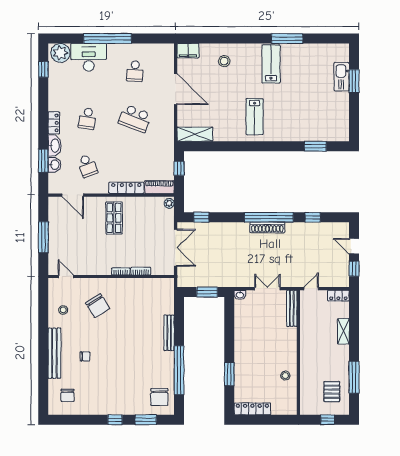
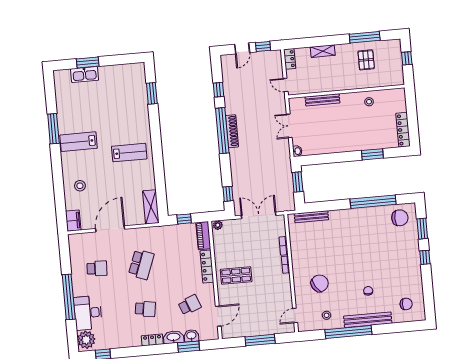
bench: (292, 308) -> (322, 100), moved
window: (43, 331) -> (348, 332), added
bench: (169, 333) -> (311, 217), moved
pallet: (332, 392) -> (366, 60), moved, turned 90

